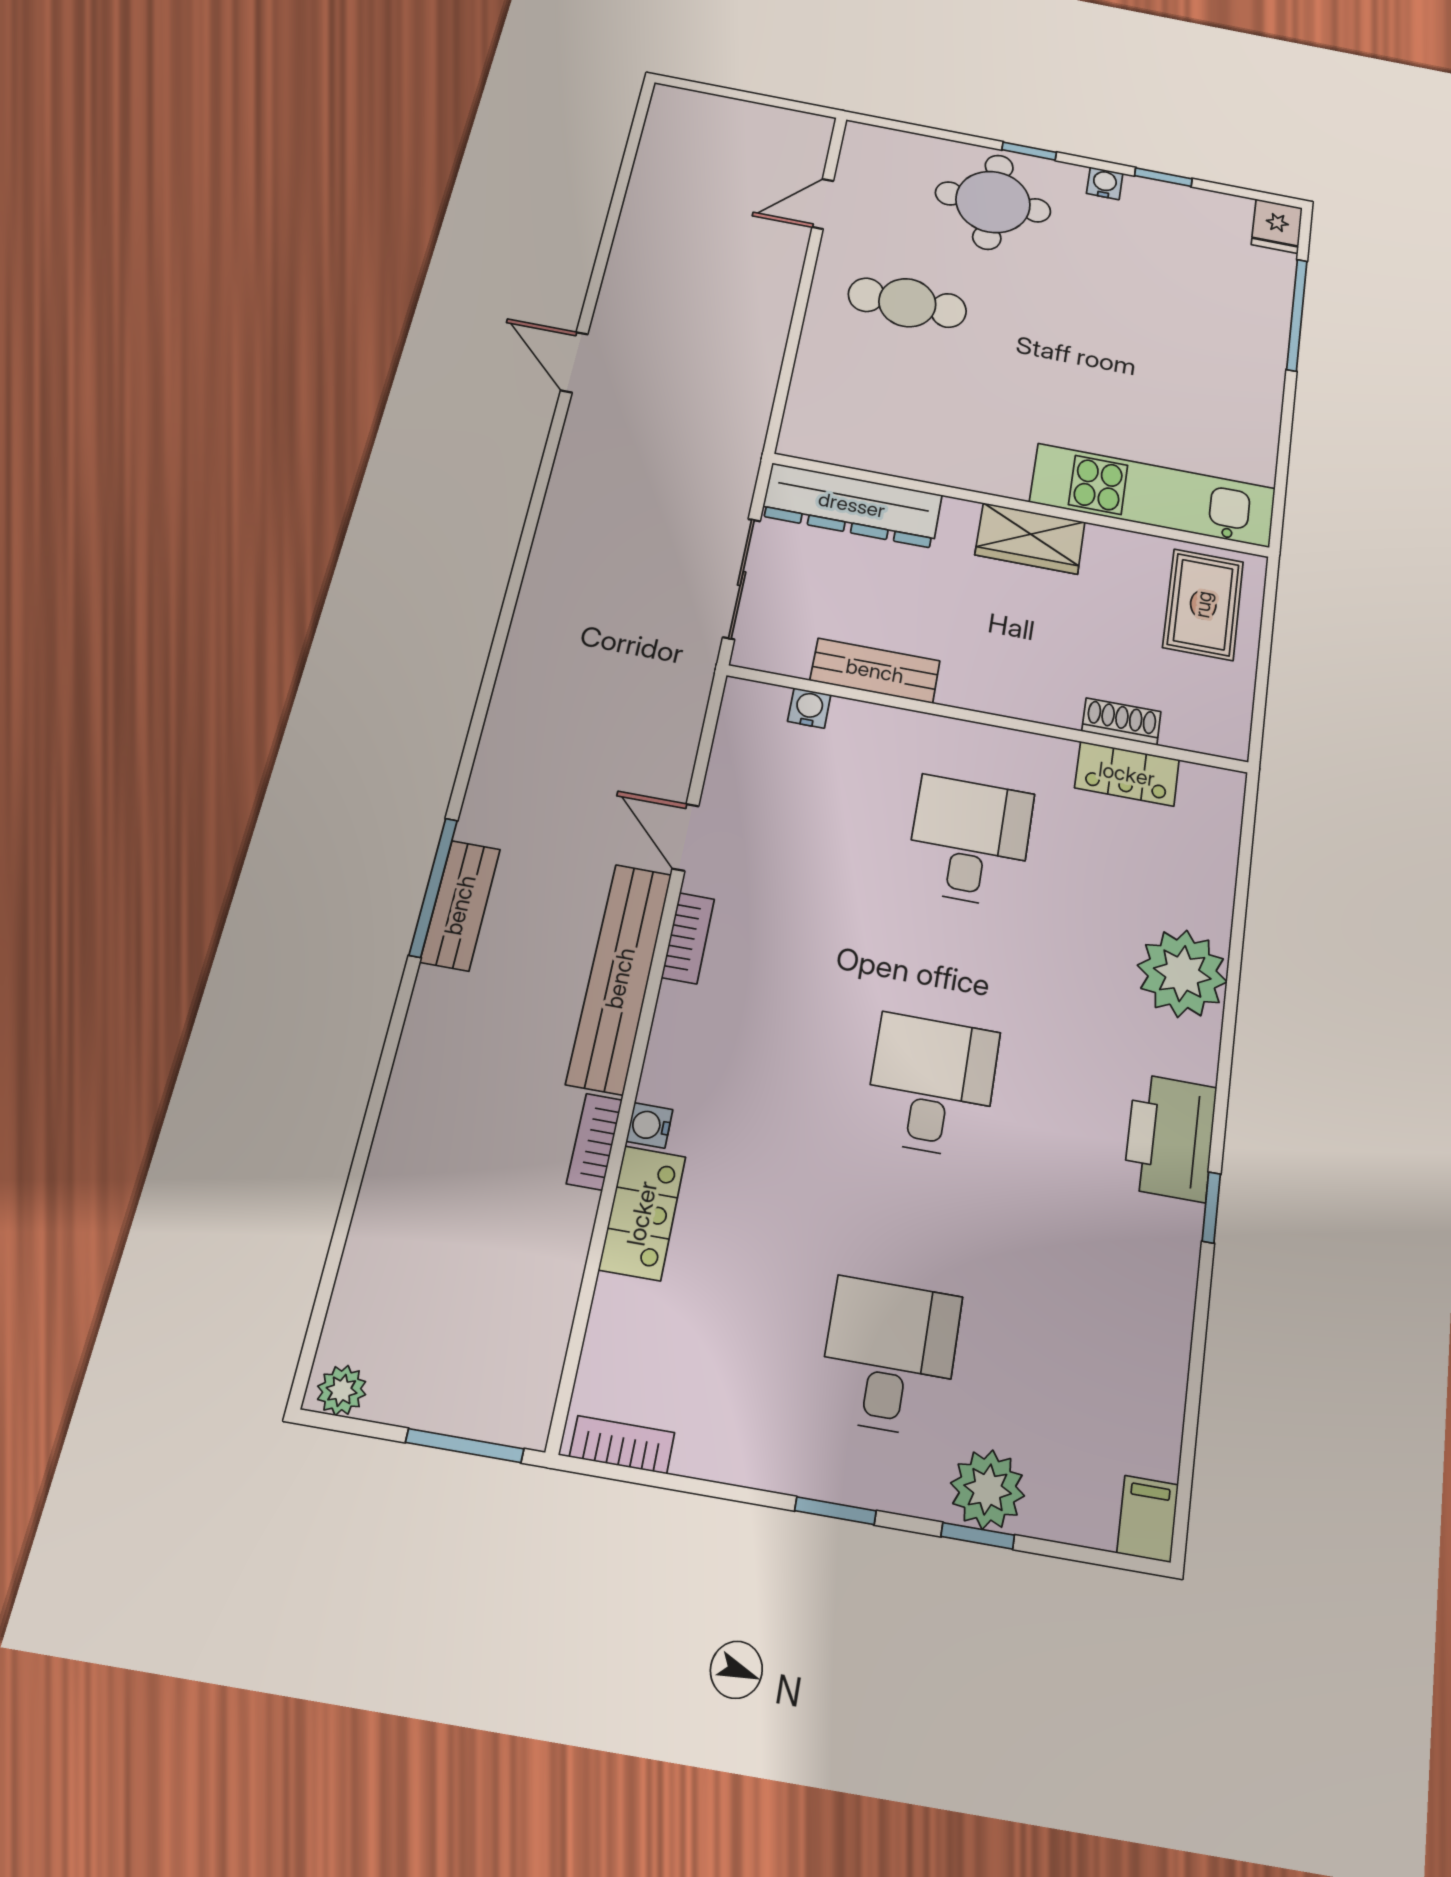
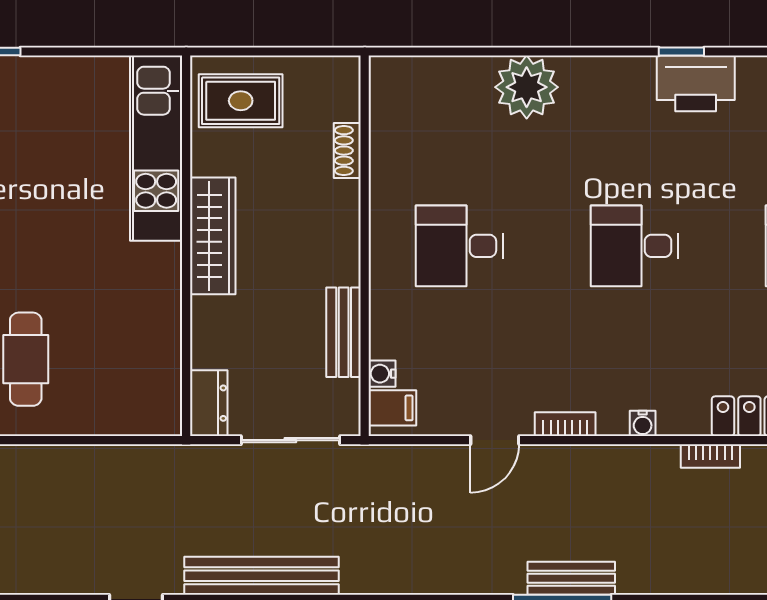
dresser: (852, 505) -> (209, 403), width x0.51, depth x0.80
wardrobe: (1030, 538) -> (213, 236), width x1.50
filing cabinet: (759, 712) -> (392, 408), added
locker: (1127, 774) -> (387, 142), removed
bench: (620, 978) -> (261, 576), moved
water cooler: (649, 1125) -> (643, 423), moved
printer: (1170, 1137) -> (696, 83), moved

